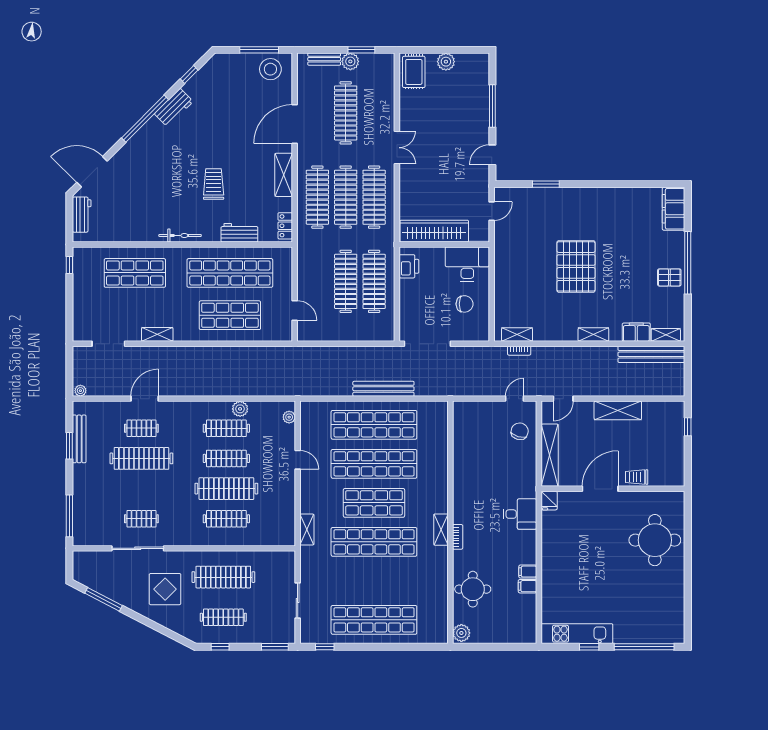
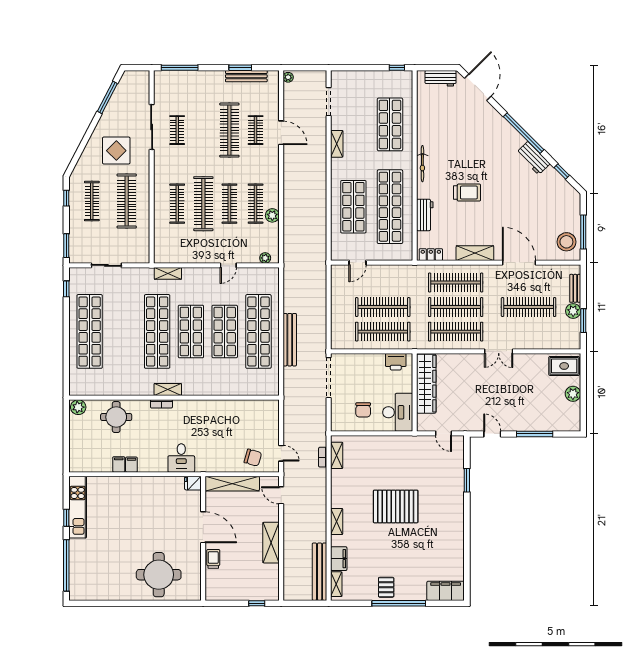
shop shelf: (374, 464) -> (225, 331), width x0.71

